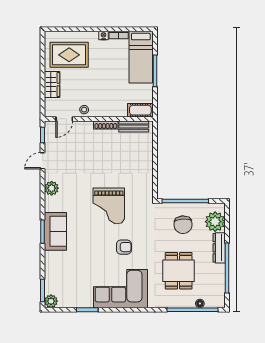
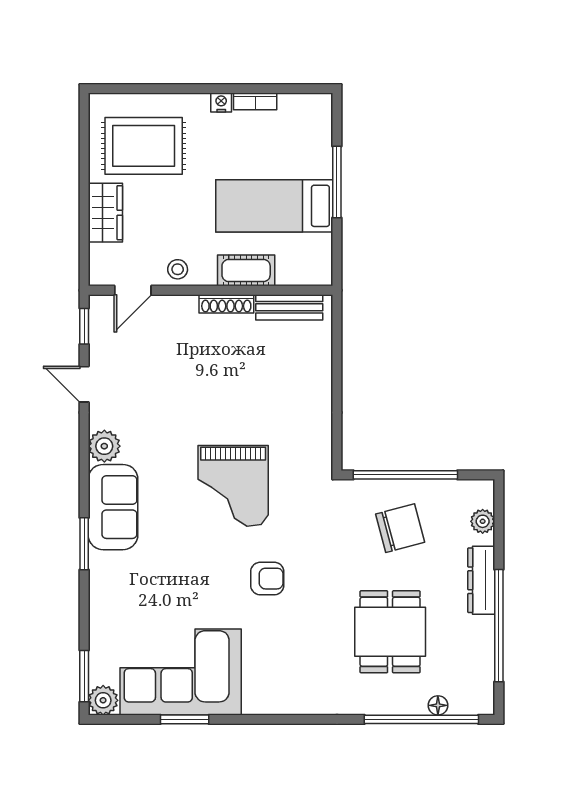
bed: (141, 57) -> (274, 206), moved, turned 90
cot: (140, 110) -> (246, 270), moved
door: (43, 161) -> (84, 384), hinge flipped
plant: (215, 222) -> (483, 521), width x0.53, depth x0.53
chair: (183, 225) -> (400, 528), turned -102
sofa: (55, 231) -> (113, 507), moved
corner sofa: (120, 289) -> (181, 672), moved

